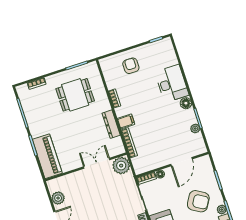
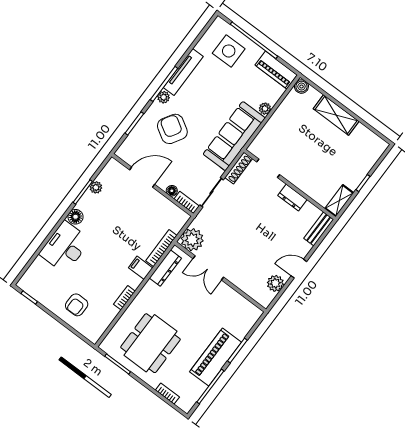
dining table: (75, 95) -> (150, 343), width x1.37
dresser: (111, 124) -> (165, 268), moved
piano: (47, 156) -> (216, 357), moved

